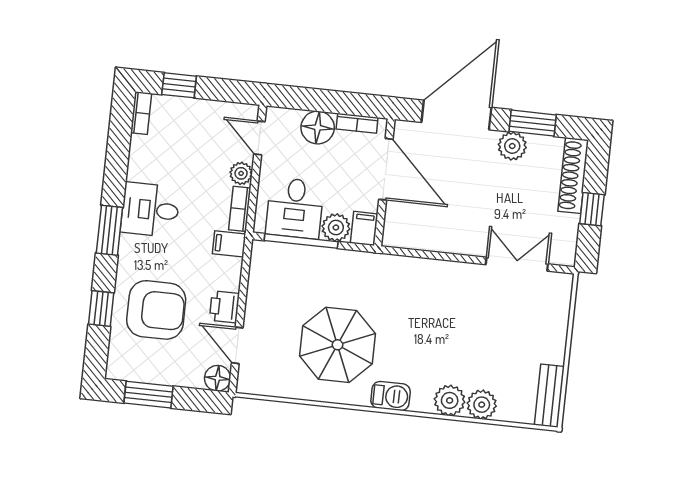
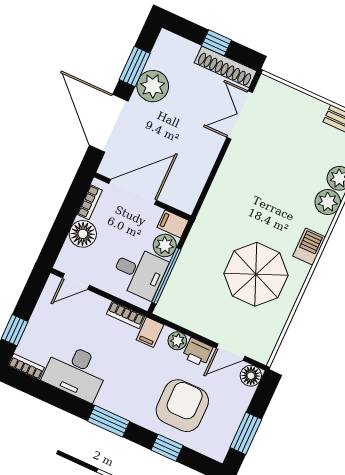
plant: (512, 146) -> (153, 86), width x1.36, depth x1.36
plant: (241, 173) -> (177, 341), moved
shoe rack: (573, 176) -> (226, 67), moved
desk: (150, 210) -> (76, 372), moved, width x1.37

